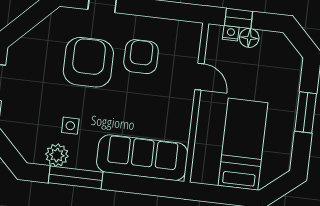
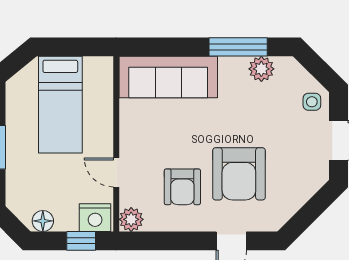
plant: (191, 32) -> (131, 219), added
nightstand: (231, 33) -> (95, 218), width x1.89, depth x1.79
floor lamp: (249, 38) -> (43, 221), moved
side table: (70, 126) -> (312, 102), moved

